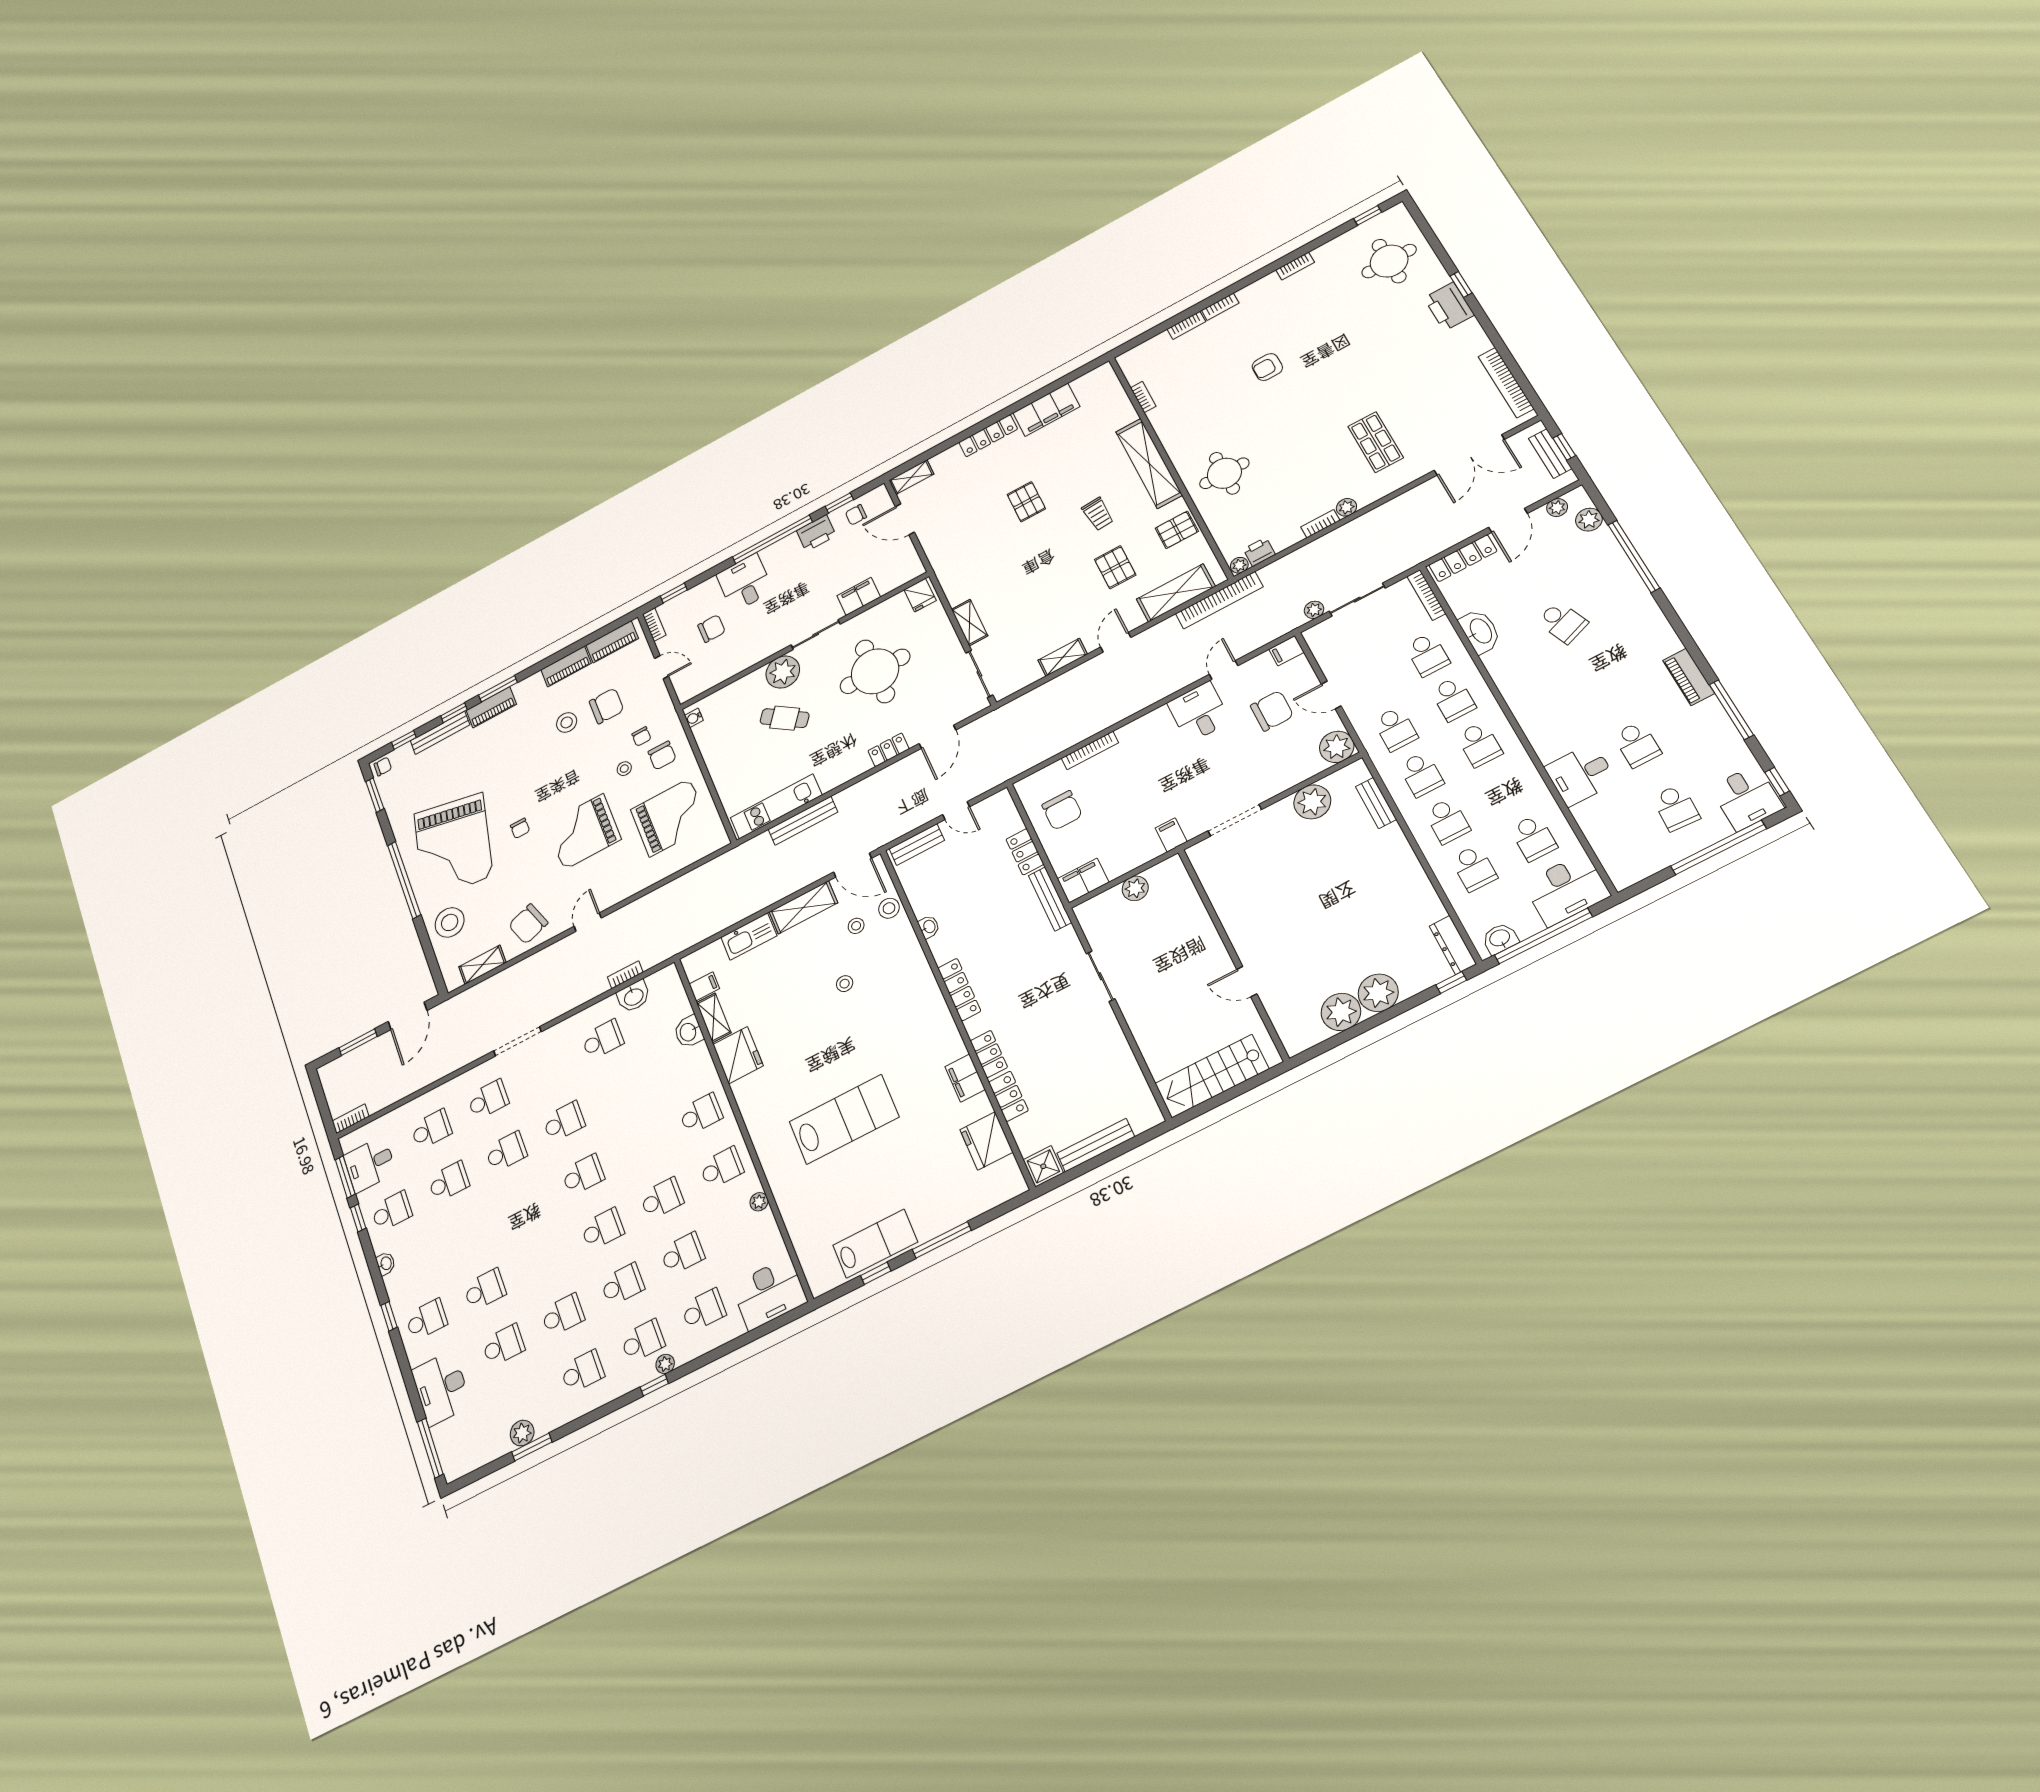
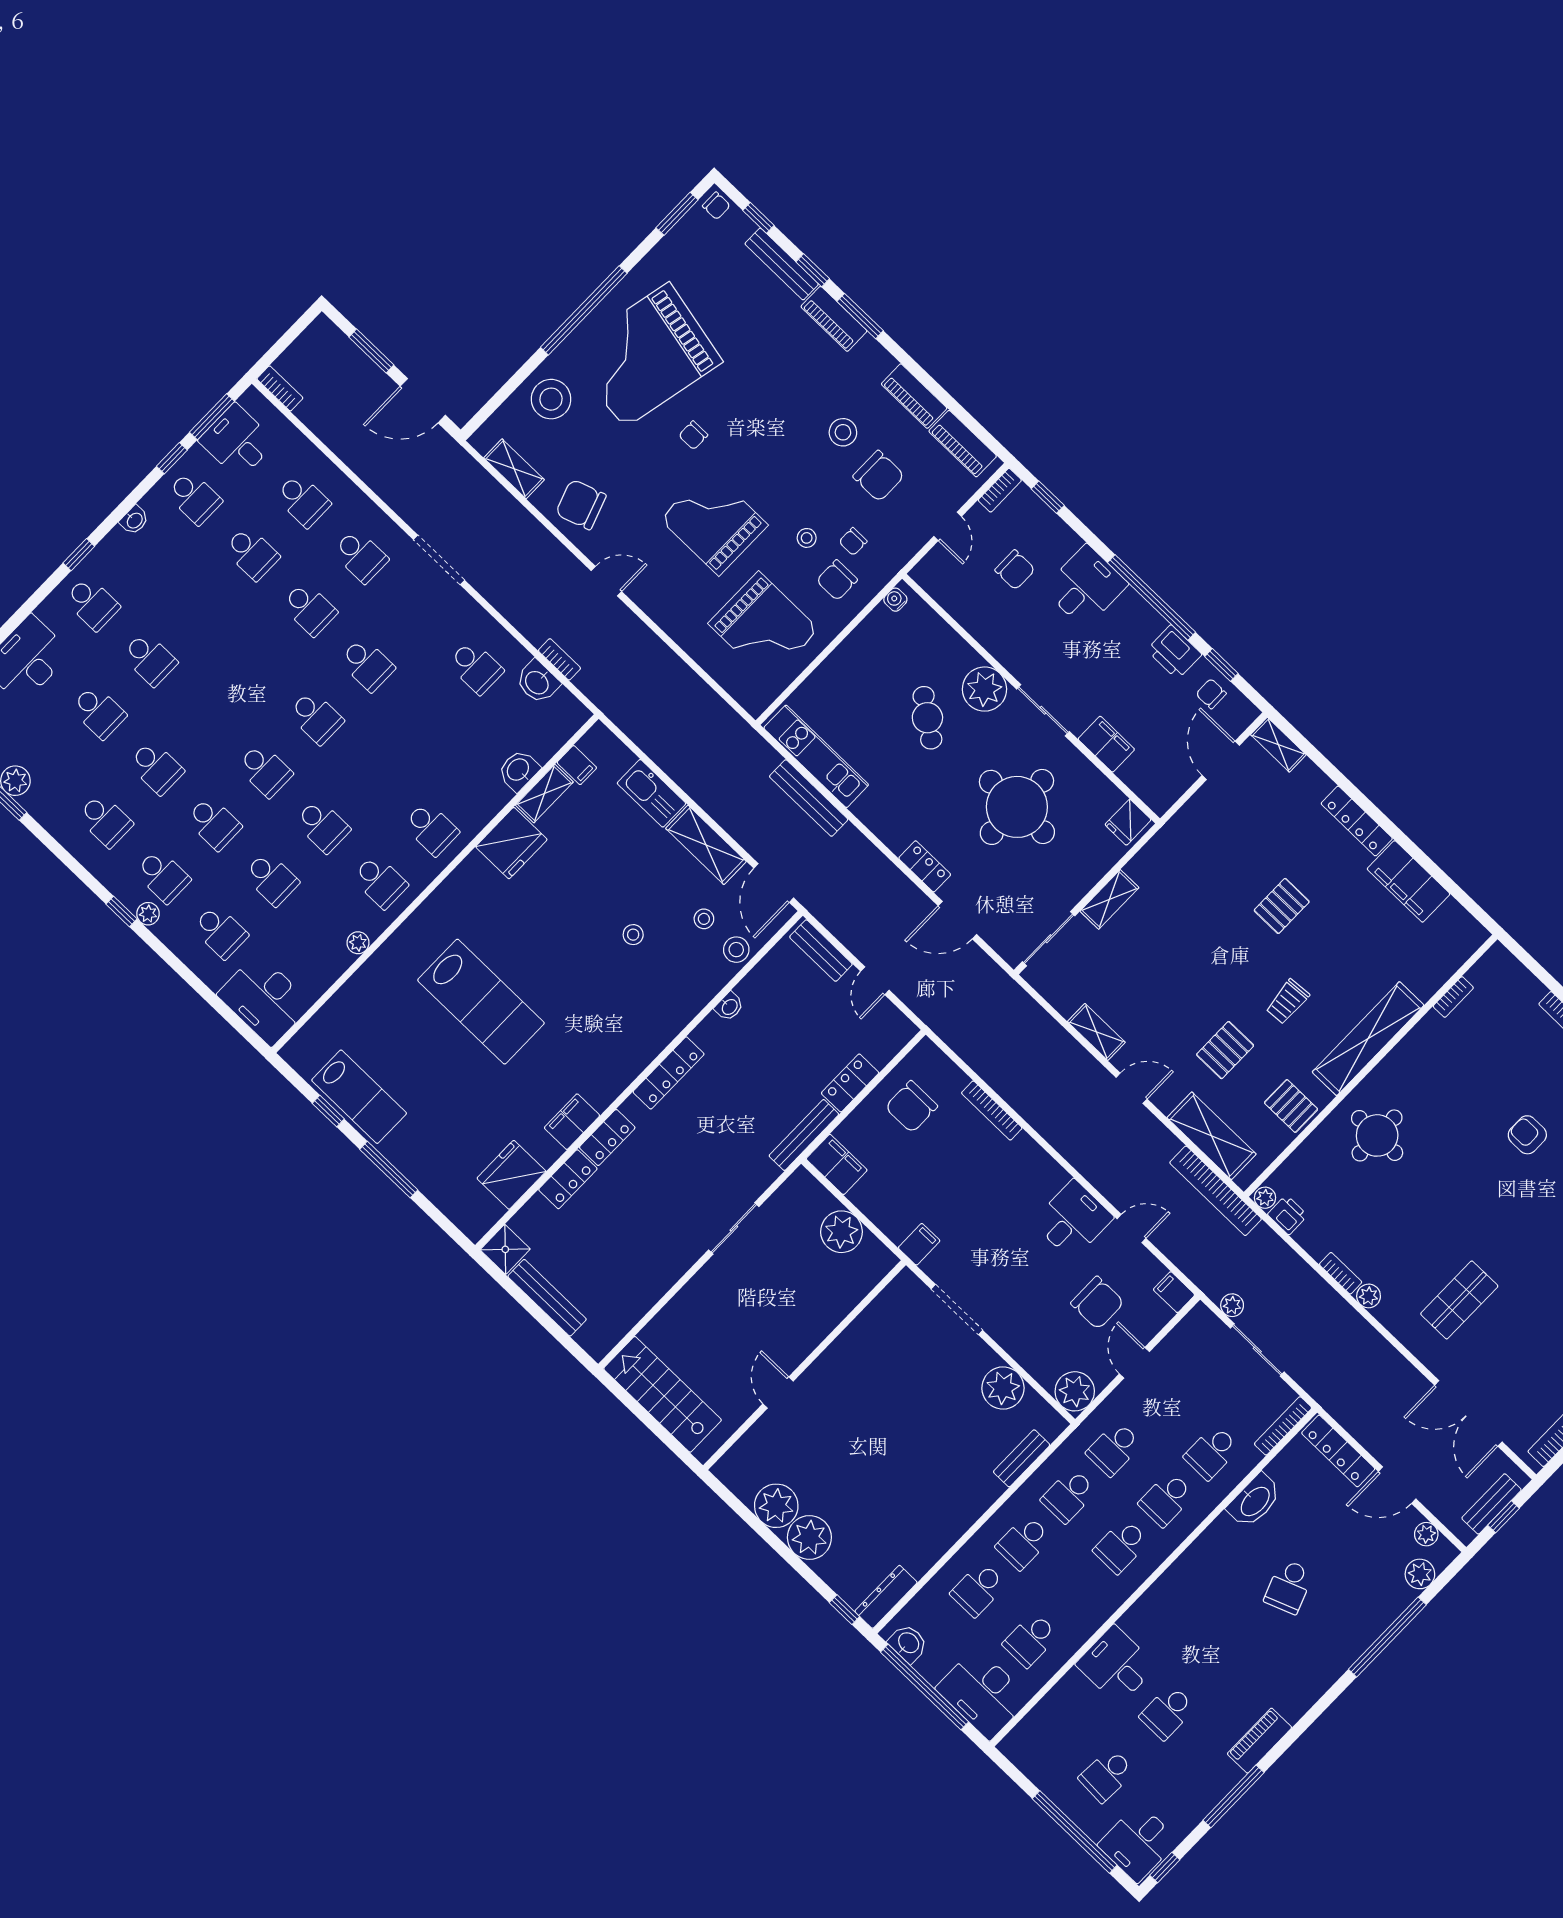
plant: (1135, 888) -> (841, 1232), width x1.36, depth x1.36

